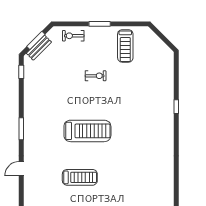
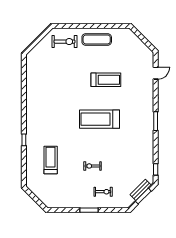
exercise bike: (73, 36) -> (103, 192), moved
treadmill: (125, 46) -> (51, 160), moved
door: (21, 169) -> (156, 73), moved
treadmill: (80, 177) -> (106, 80), turned 180

